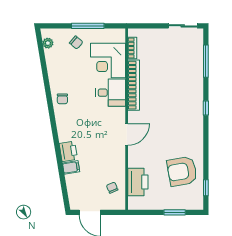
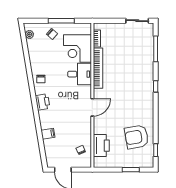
printer: (68, 151) -> (43, 102), moved

